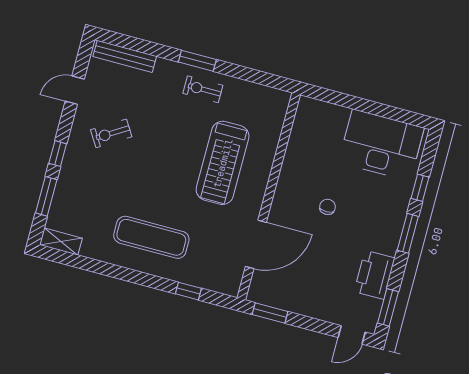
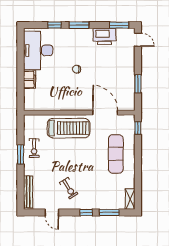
filing cabinet: (332, 115) -> (30, 80), added
wall: (269, 196) -> (79, 113), moved
door: (256, 244) -> (105, 113), moved

